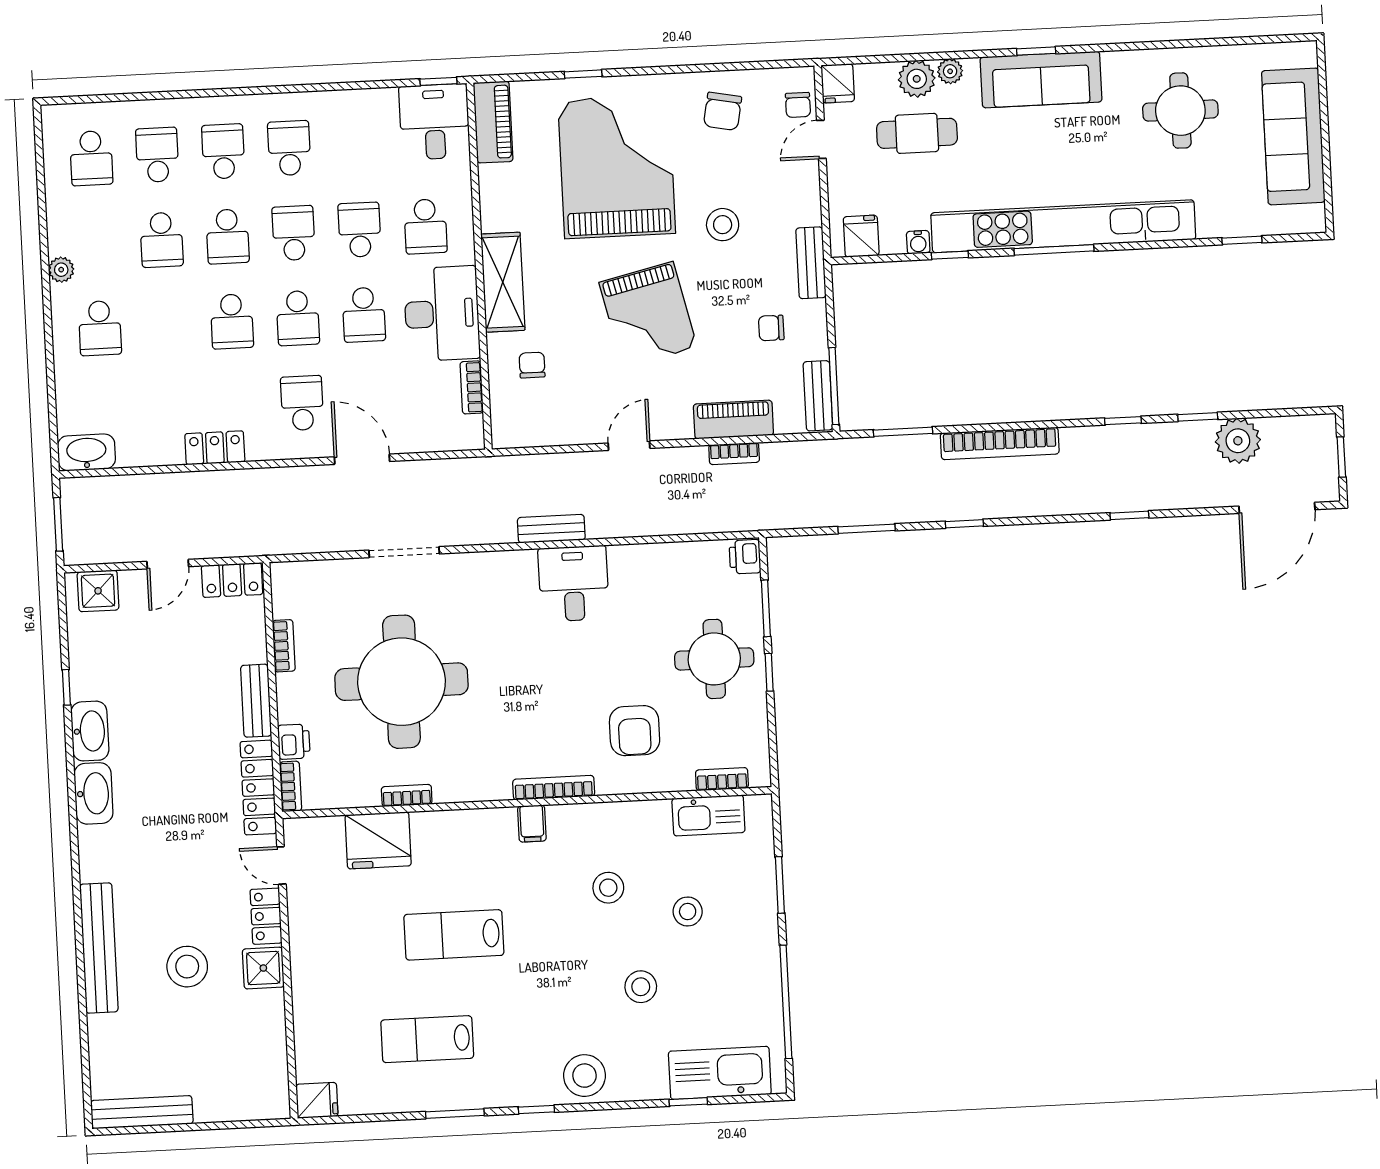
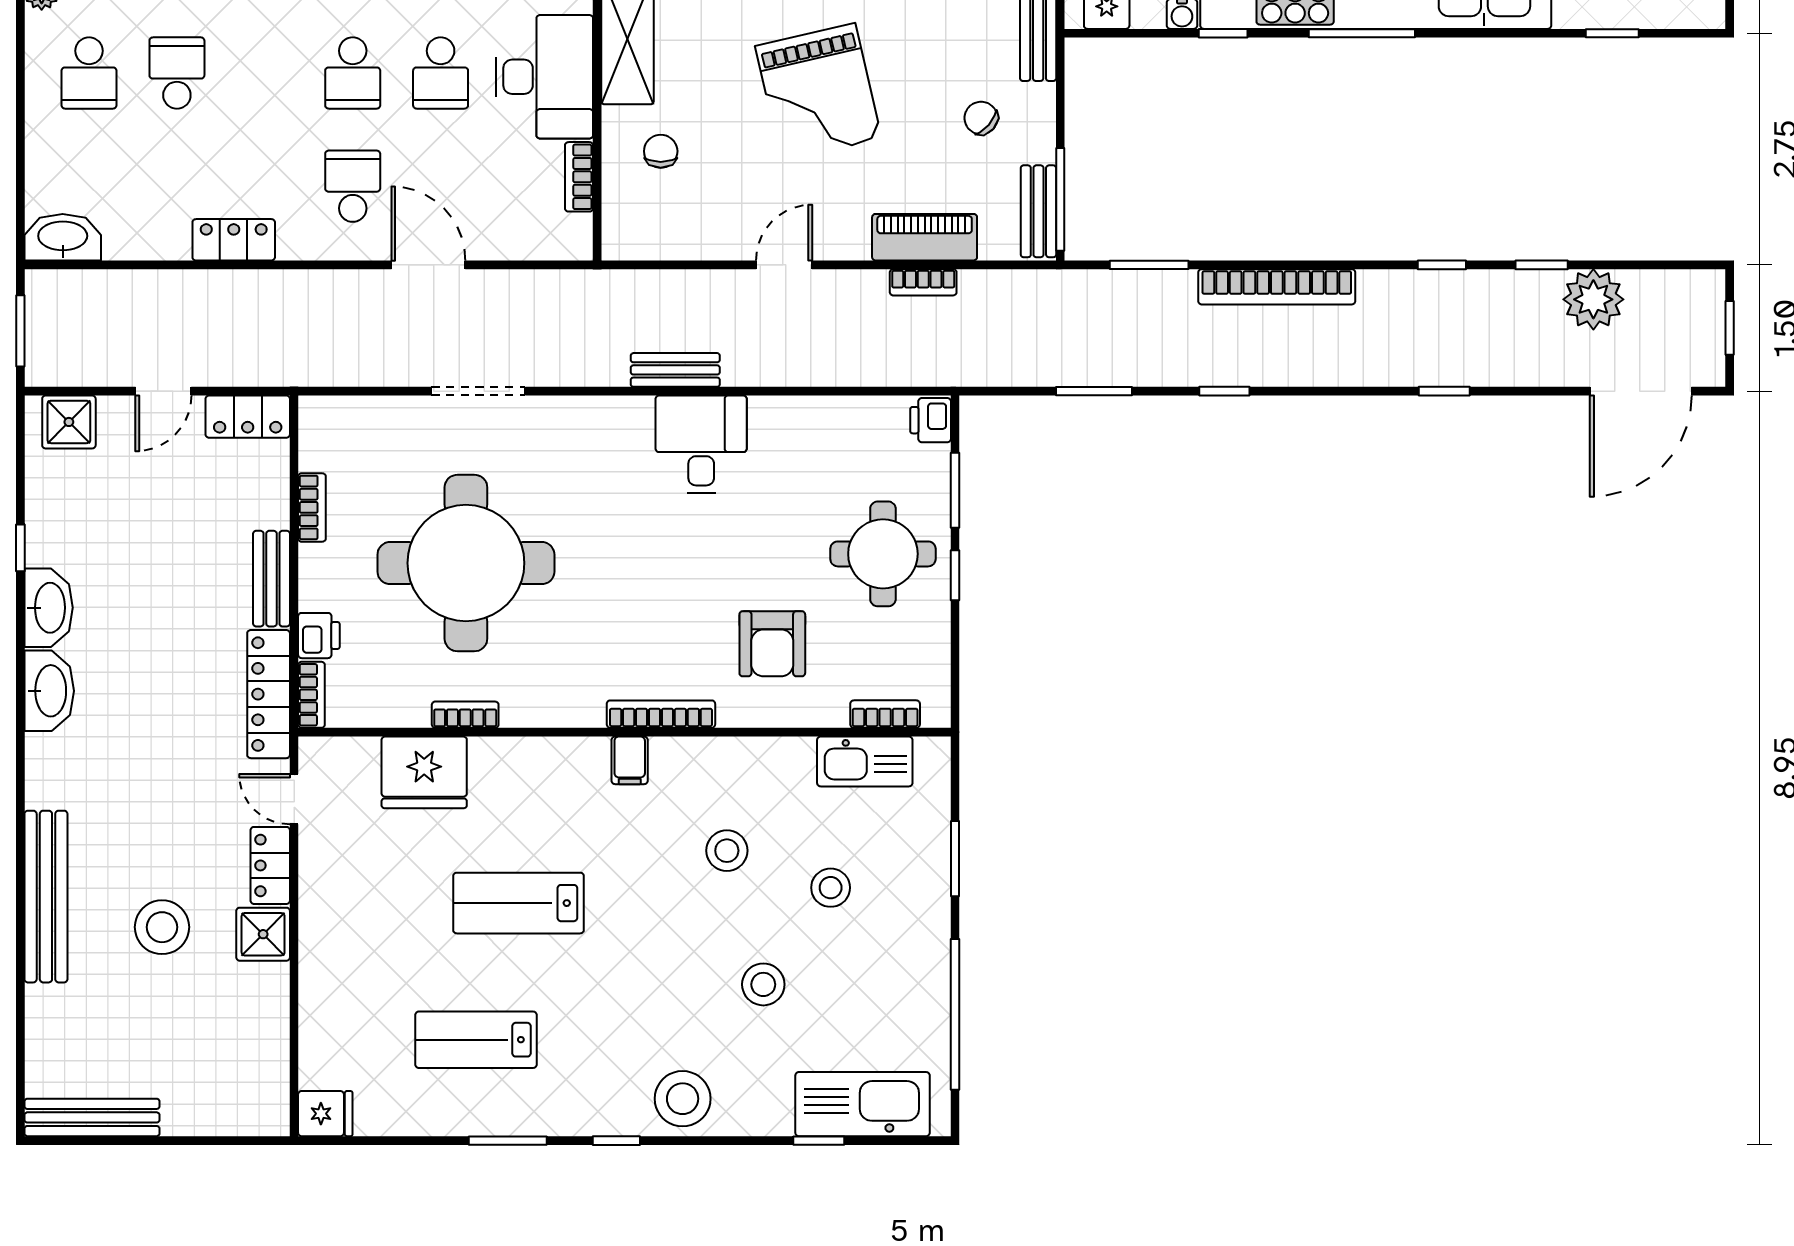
school desk: (232, 321) -> (177, 73), moved, turned 180
chair: (771, 328) -> (981, 118), turned 41

